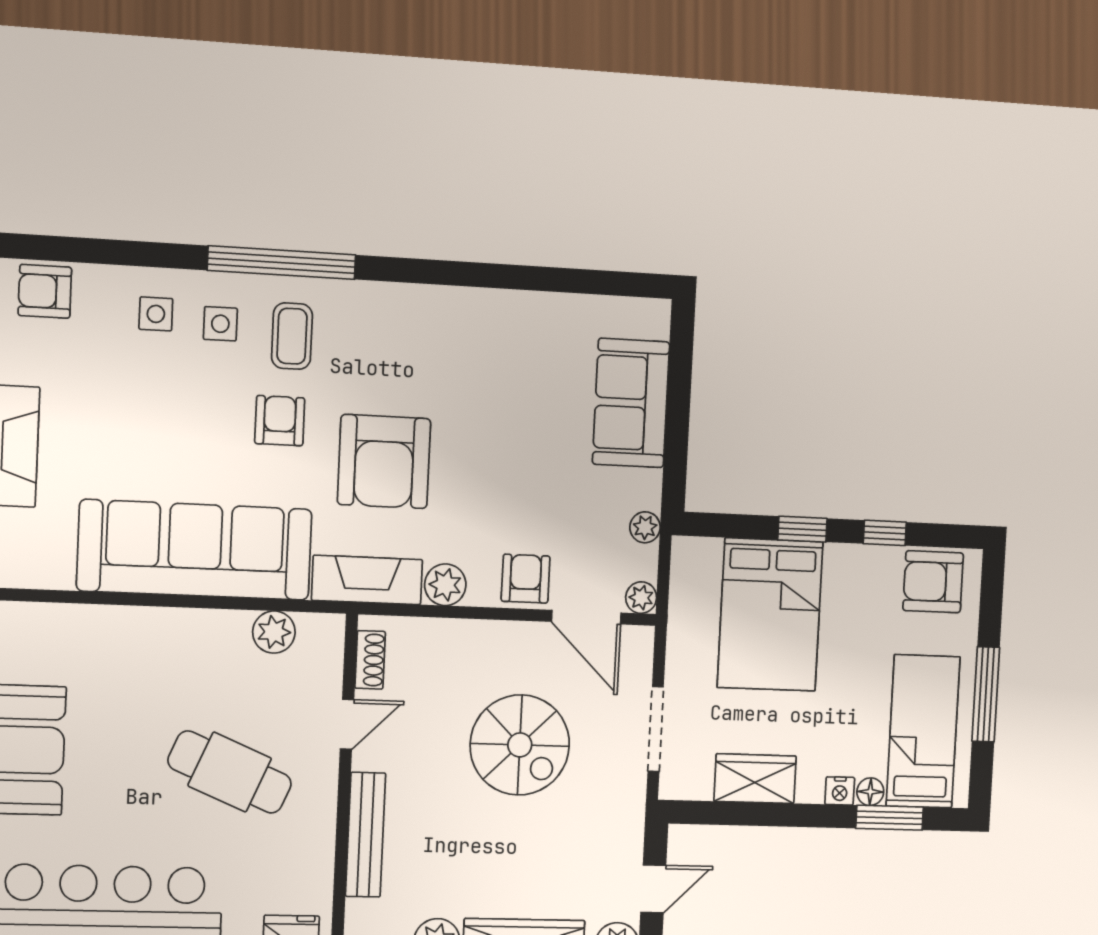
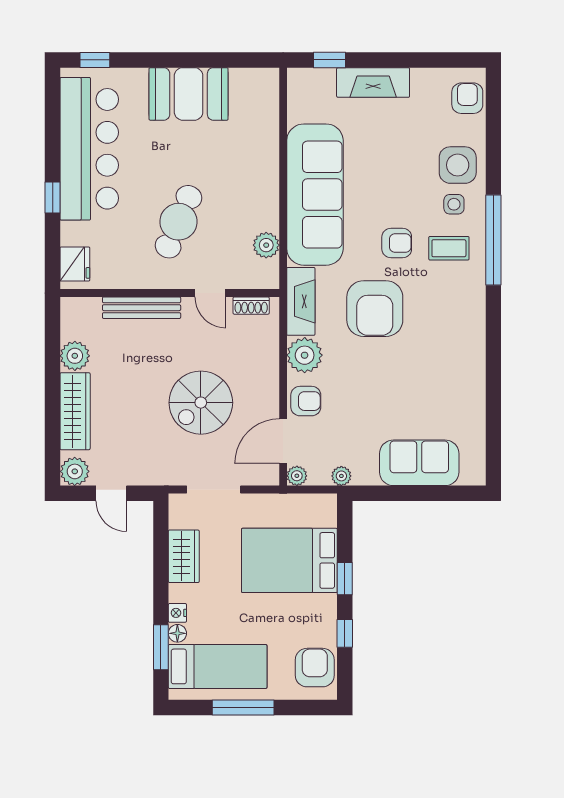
side table: (156, 314) -> (458, 165), width x1.87, depth x1.87
armchair: (384, 462) -> (375, 309), turned -90
plant: (445, 585) -> (305, 355), width x1.36, depth x1.36

